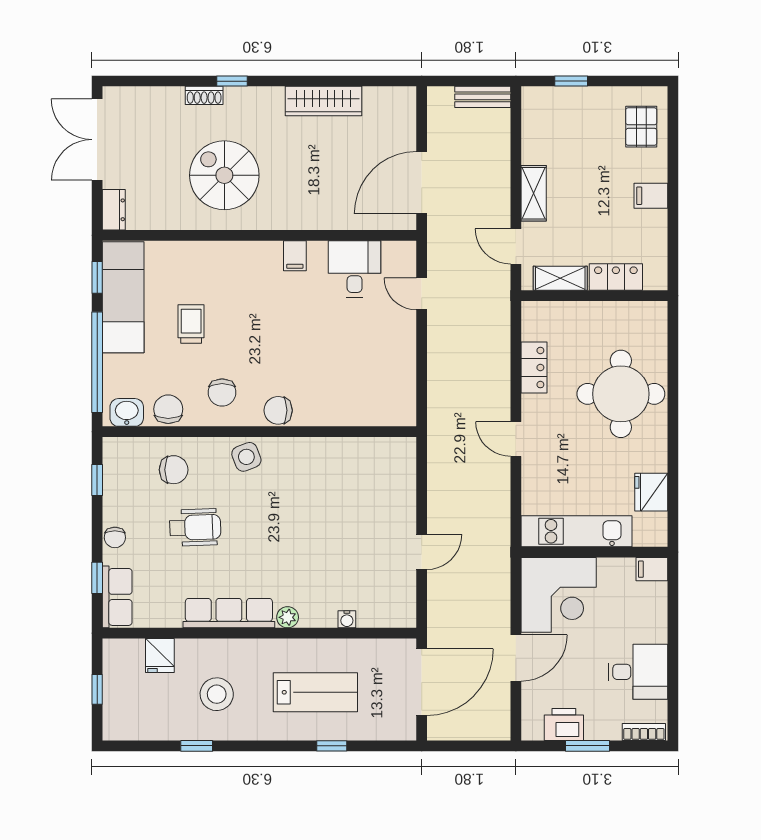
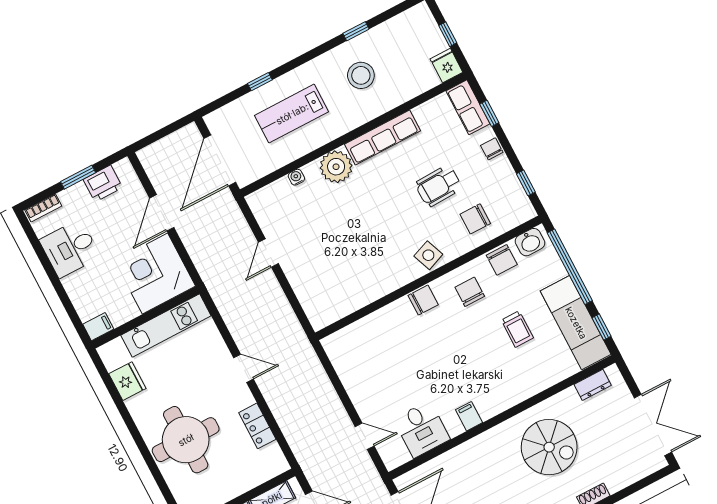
dresser: (114, 210) -> (593, 385), moved, turned -90
plant: (288, 617) -> (336, 167), width x1.88, depth x1.88
fridge: (160, 656) -> (446, 66), moved

